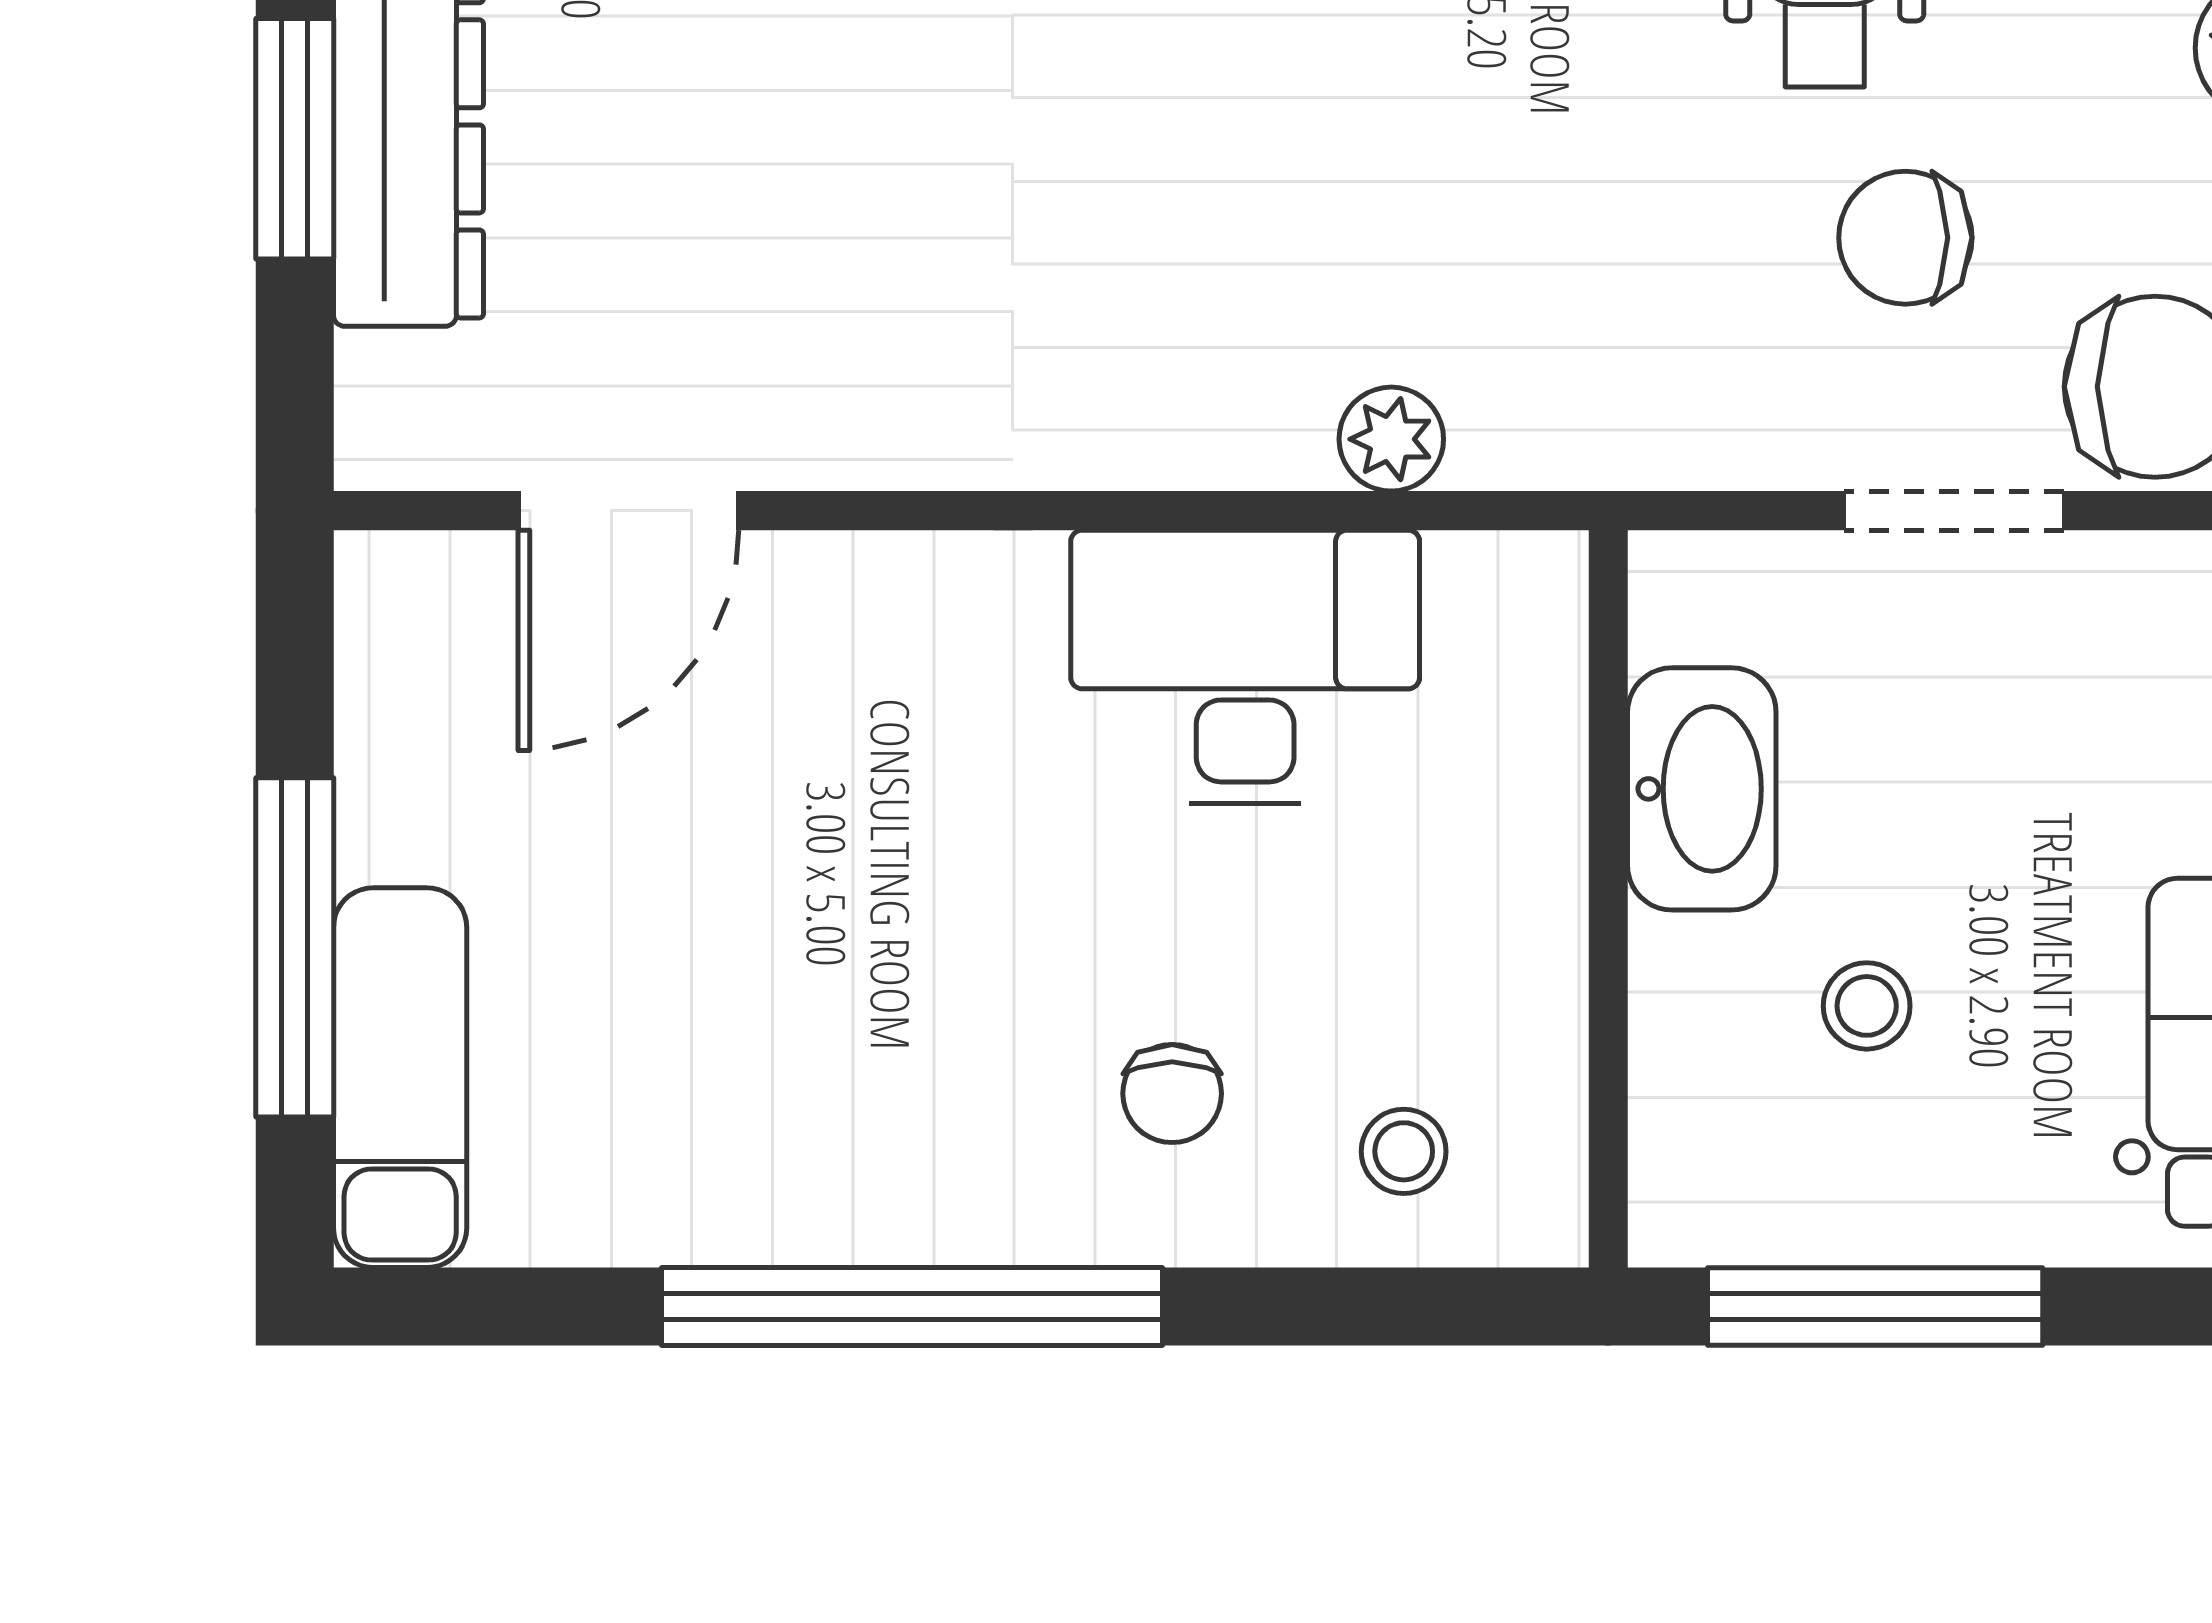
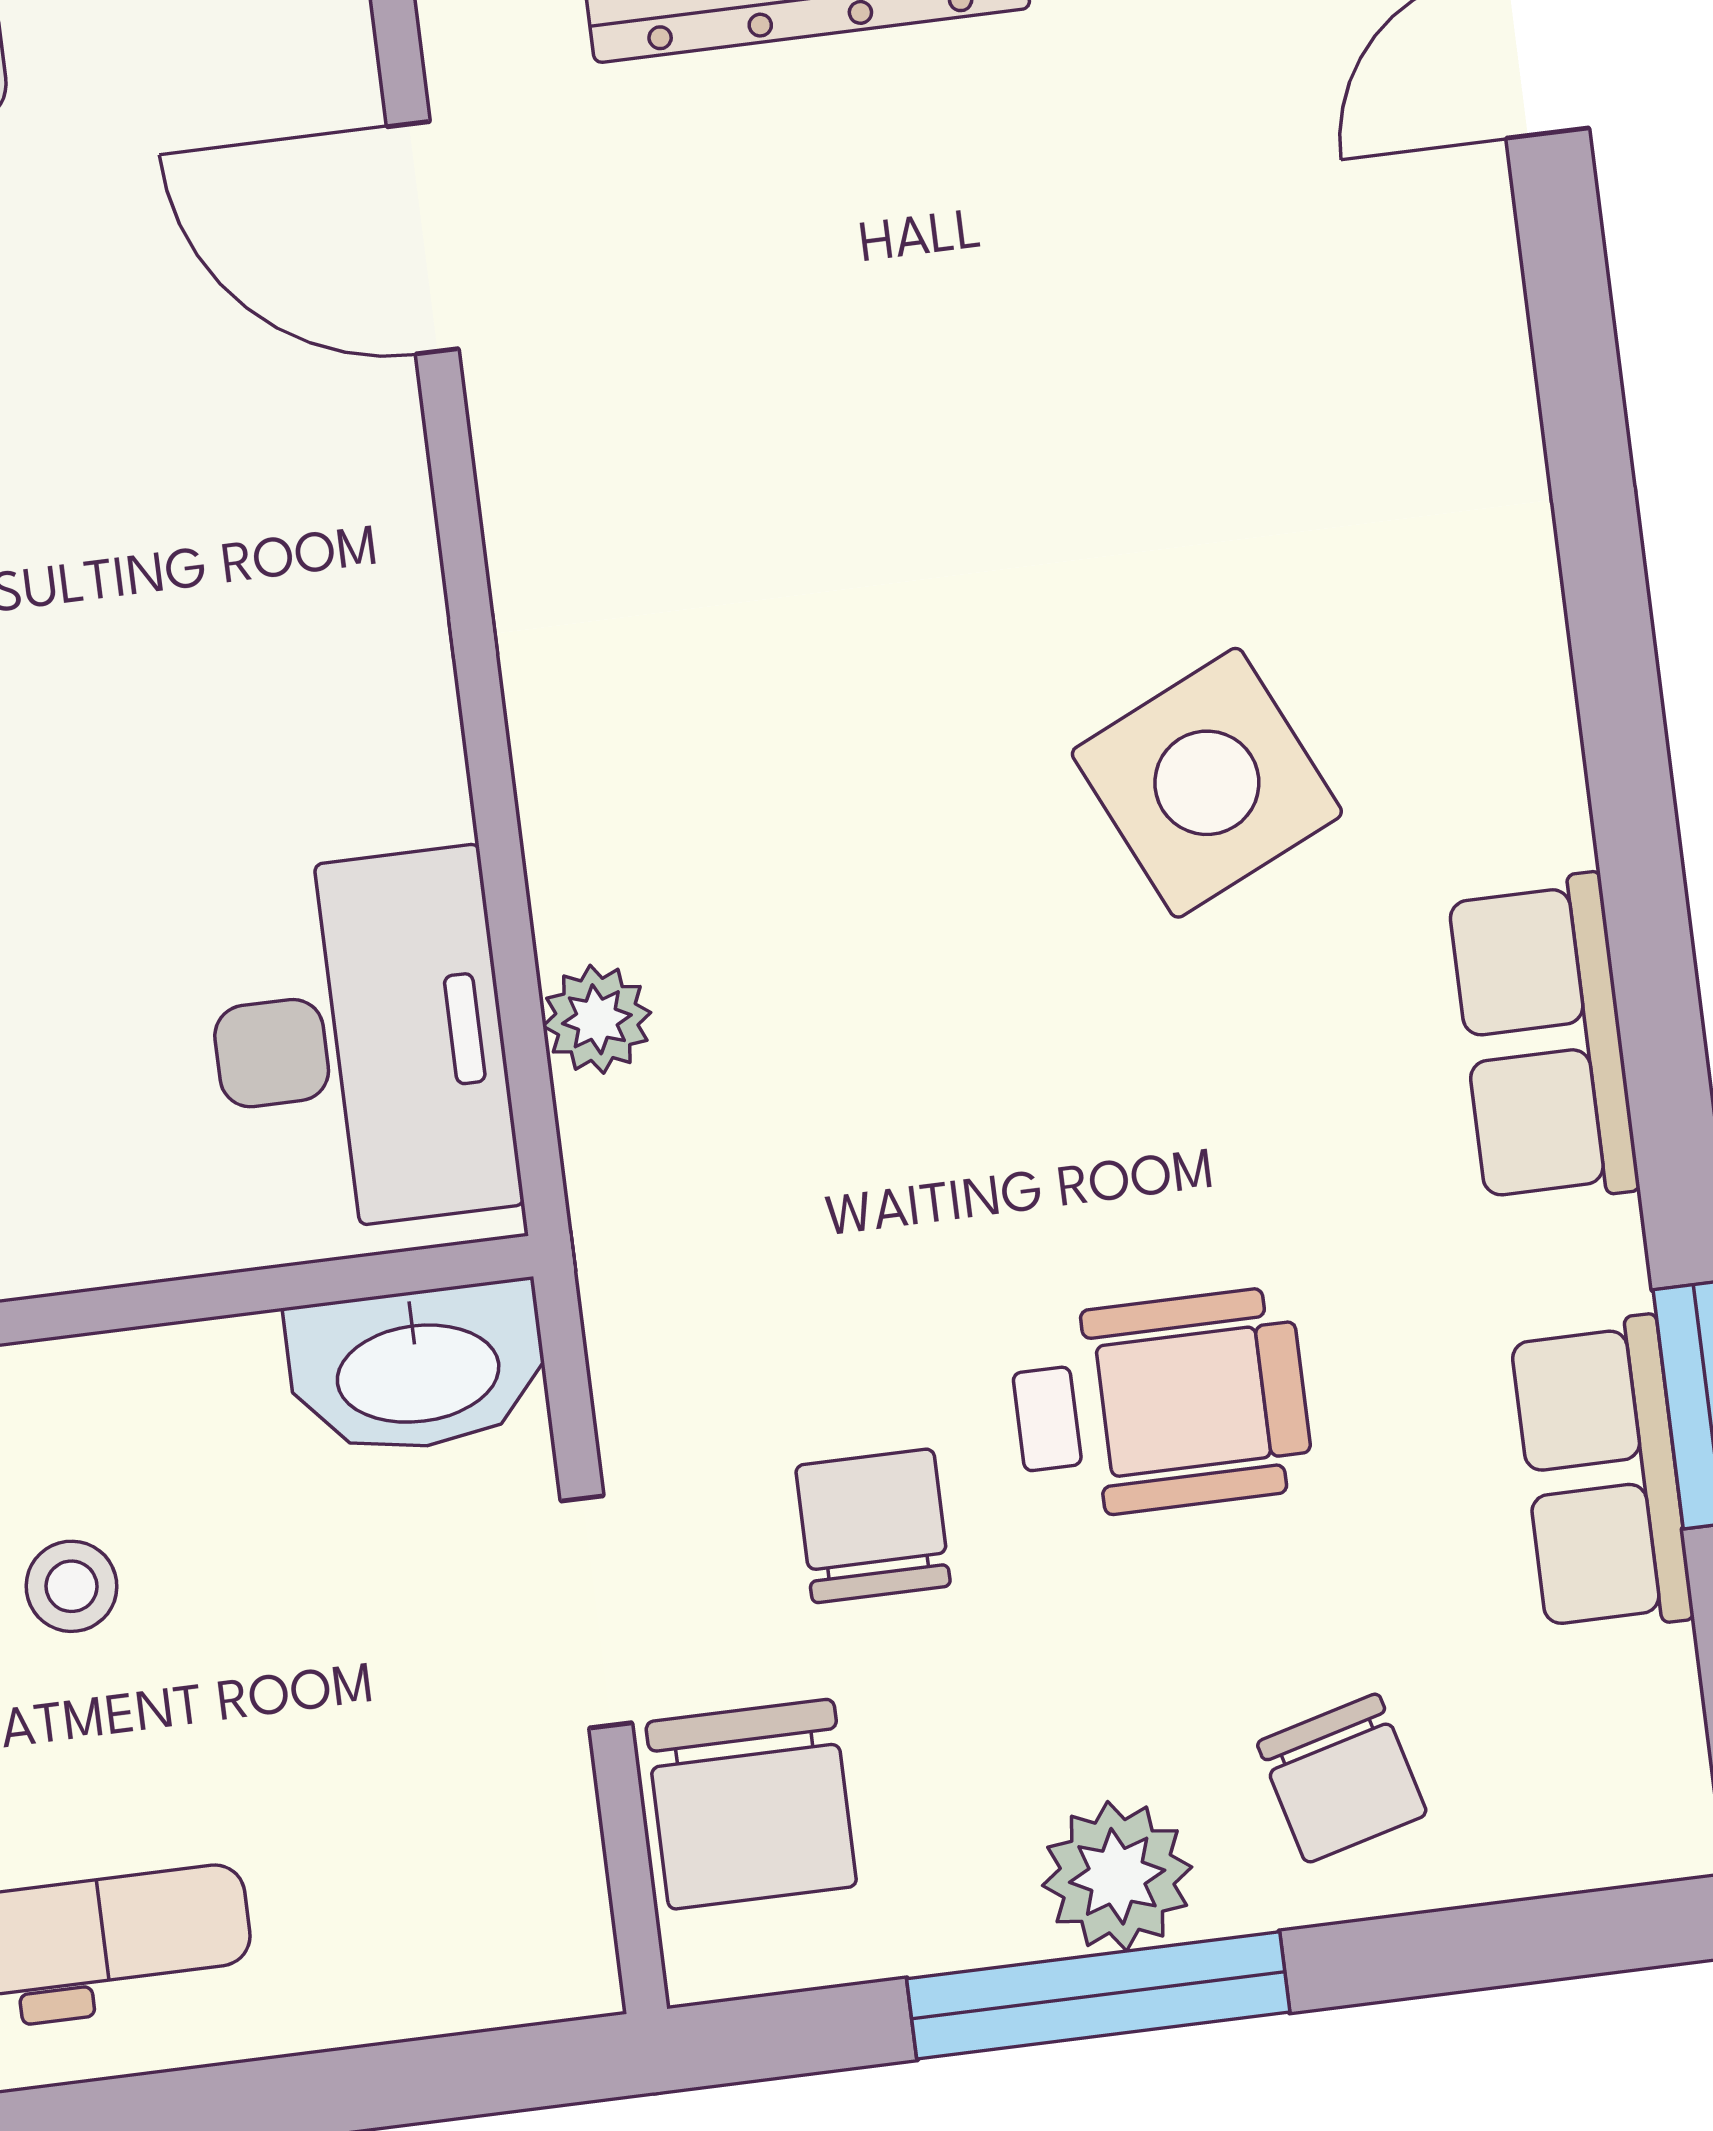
desk: (1245, 667) -> (360, 1042), moved
washbasin: (1702, 789) -> (417, 1369), moved

